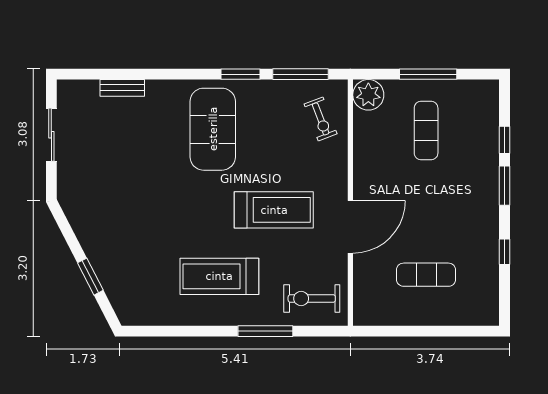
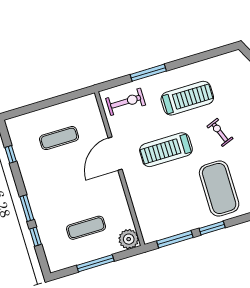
exercise bike: (321, 119) -> (220, 132), moved
exercise mat: (426, 131) -> (86, 228), turned 90
window: (504, 252) -> (11, 154), moved

